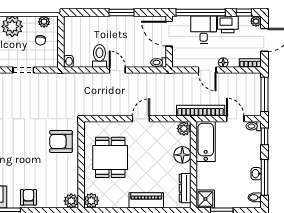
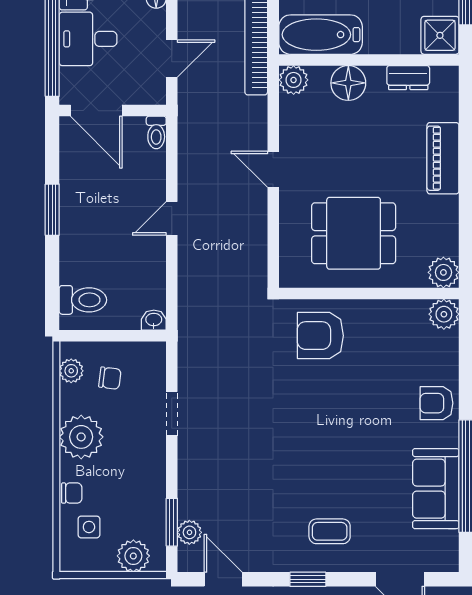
door: (169, 34) -> (96, 111), hinge flipped
toilet: (99, 56) -> (83, 300), moved, turned 180
door: (207, 70) -> (172, 58), moved
armchair: (61, 141) -> (320, 336), turned 90
dresser: (185, 188) -> (408, 78), width x0.70

